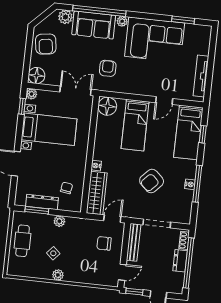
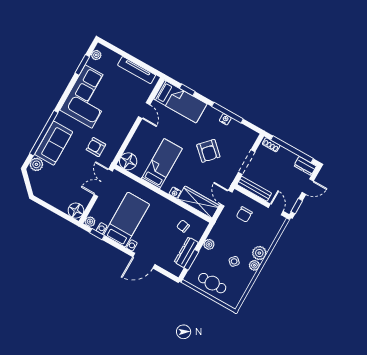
plant: (122, 21) -> (96, 55), moved
armchair: (46, 44) -> (52, 191), removed
bed: (135, 125) -> (162, 164), moved, turned -90
dresser: (180, 261) -> (305, 166), moved
plant: (72, 275) -> (259, 253), added

